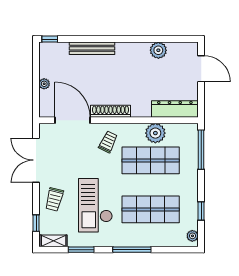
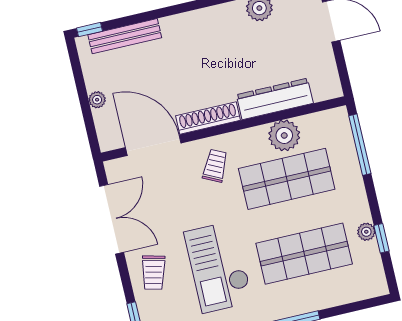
bench: (92, 48) -> (125, 36), moved
dresser: (175, 109) -> (275, 99), moved
double door: (36, 160) -> (112, 219), swing flipped
plant: (192, 236) -> (366, 232), moved

